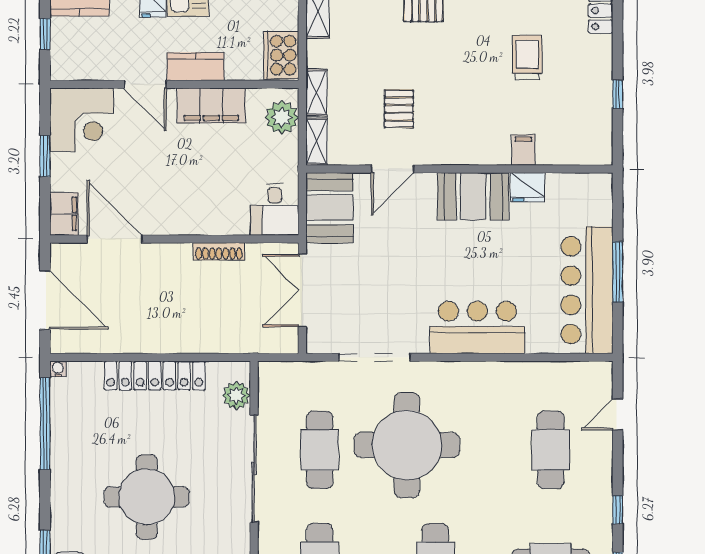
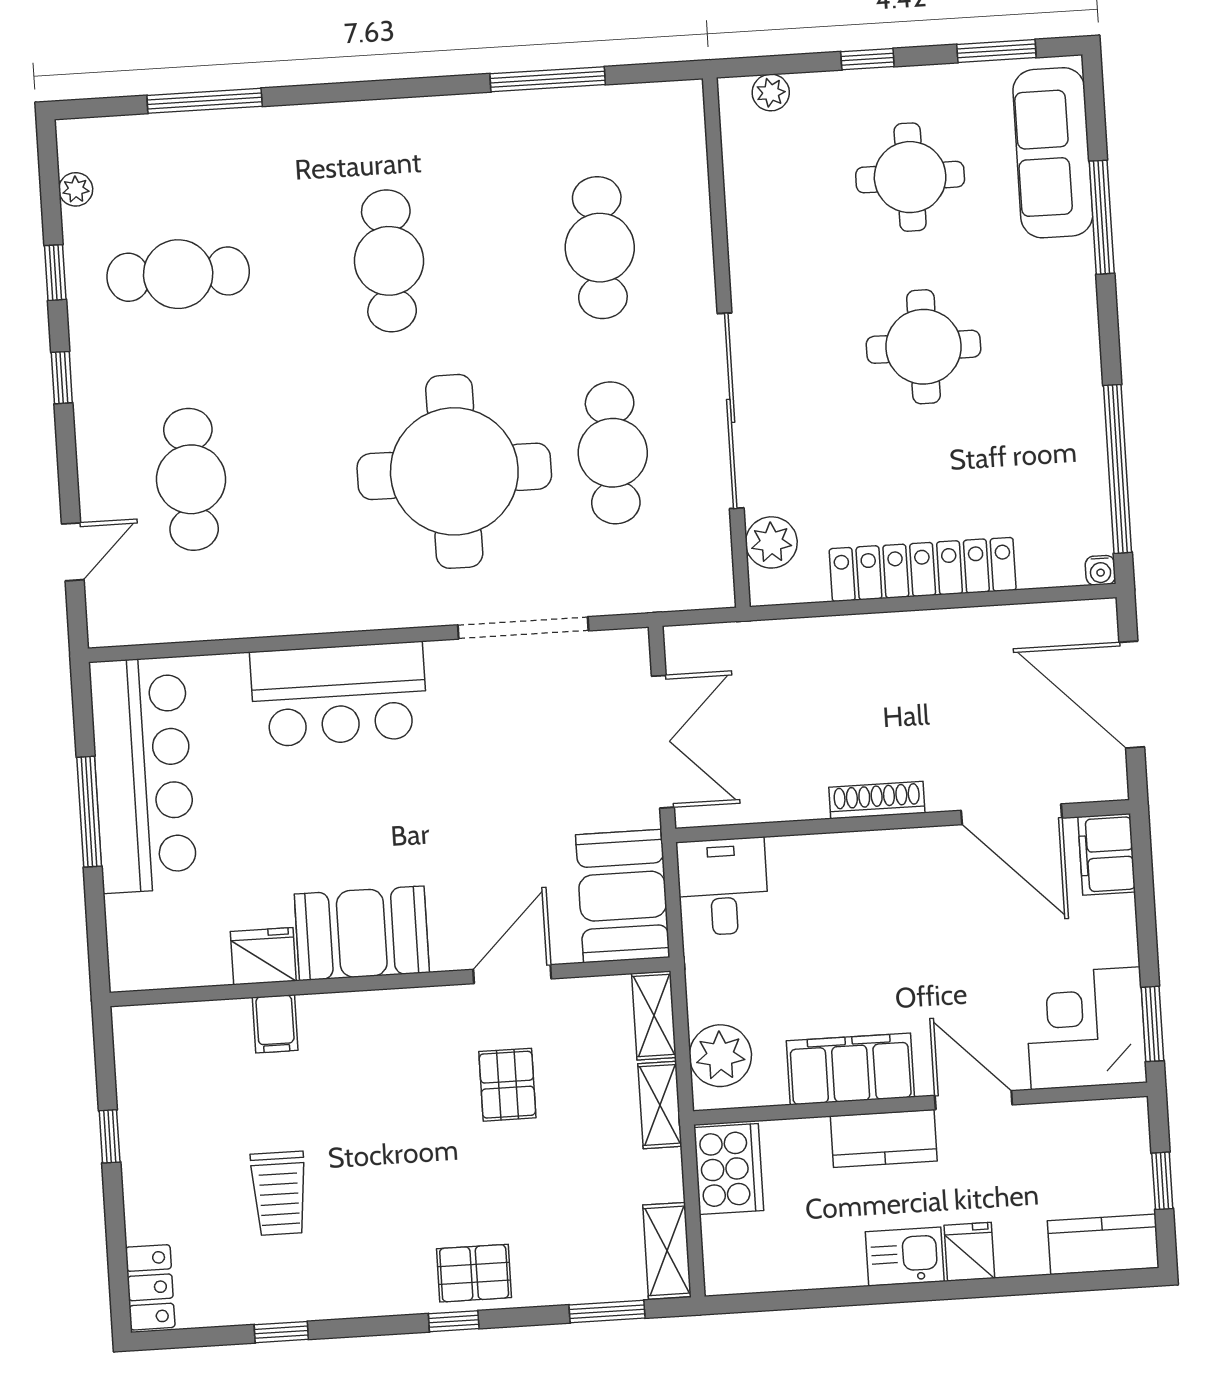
window: (45, 156) -> (1152, 1024), moved
shoe rack: (219, 251) -> (877, 800), moved
round table: (147, 497) -> (923, 347), width x0.73, depth x0.73

